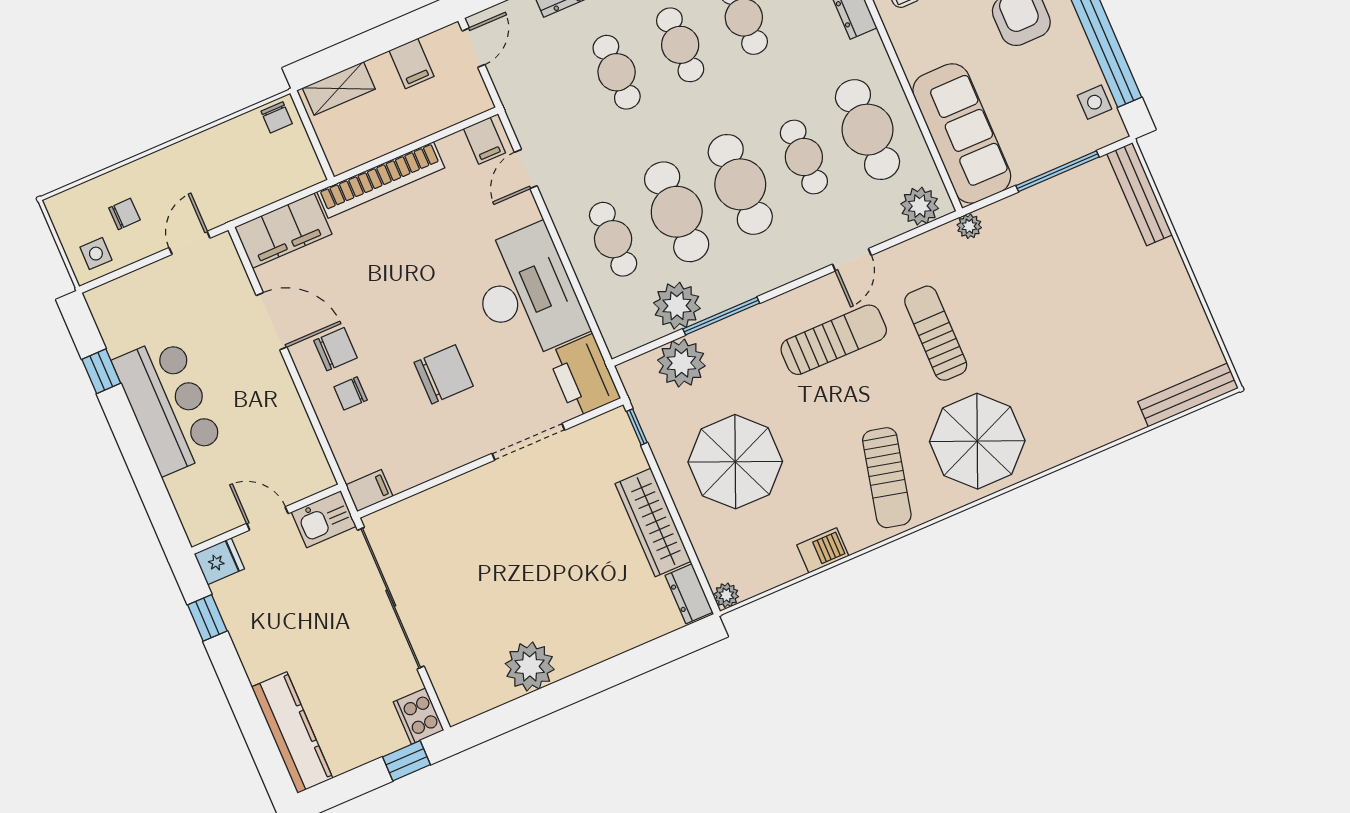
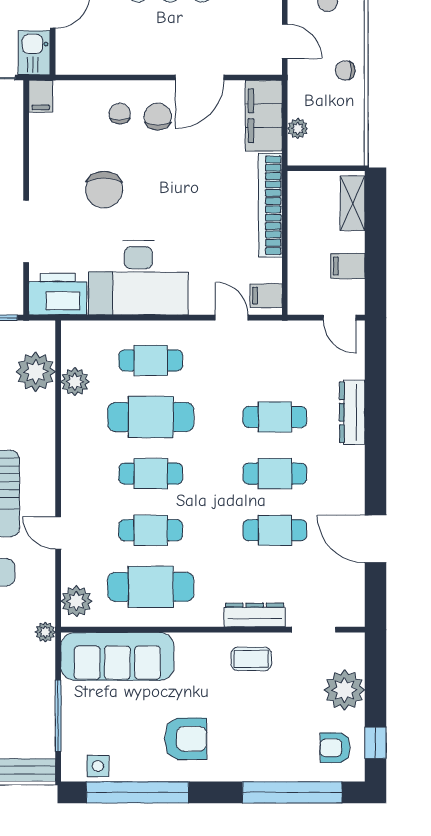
chair: (277, 117) -> (345, 70), moved
cafe table: (740, 184) -> (151, 474), width x0.73, depth x0.74
plant: (281, 186) -> (298, 128), added
plant: (677, 306) -> (75, 382), width x0.73, depth x0.73
window: (721, 316) -> (58, 417), removed
chair: (335, 349) -> (158, 117), turned 180

